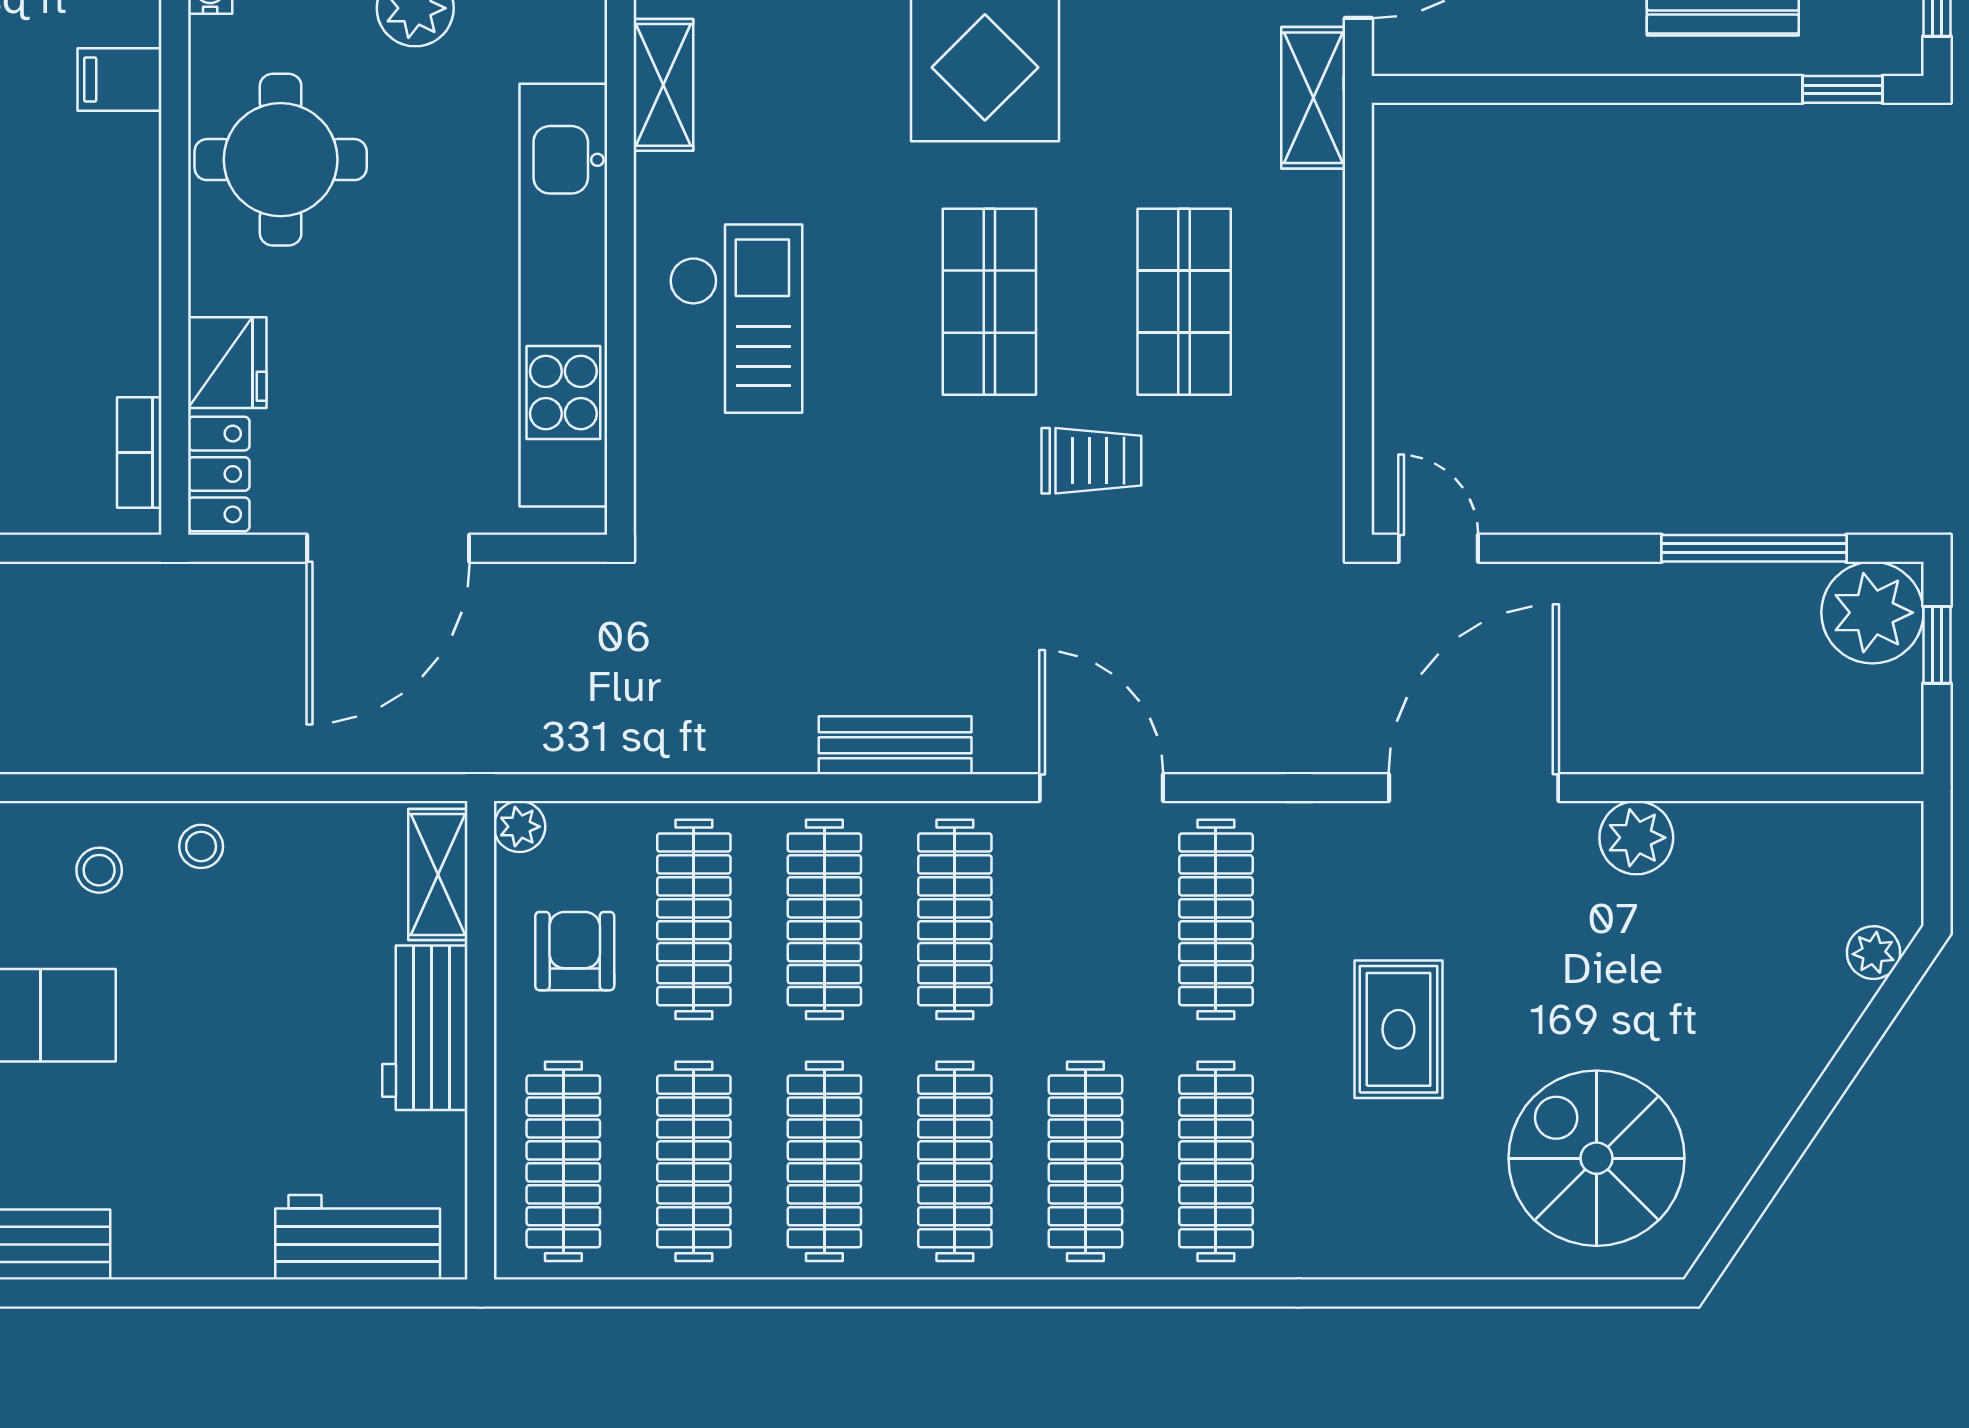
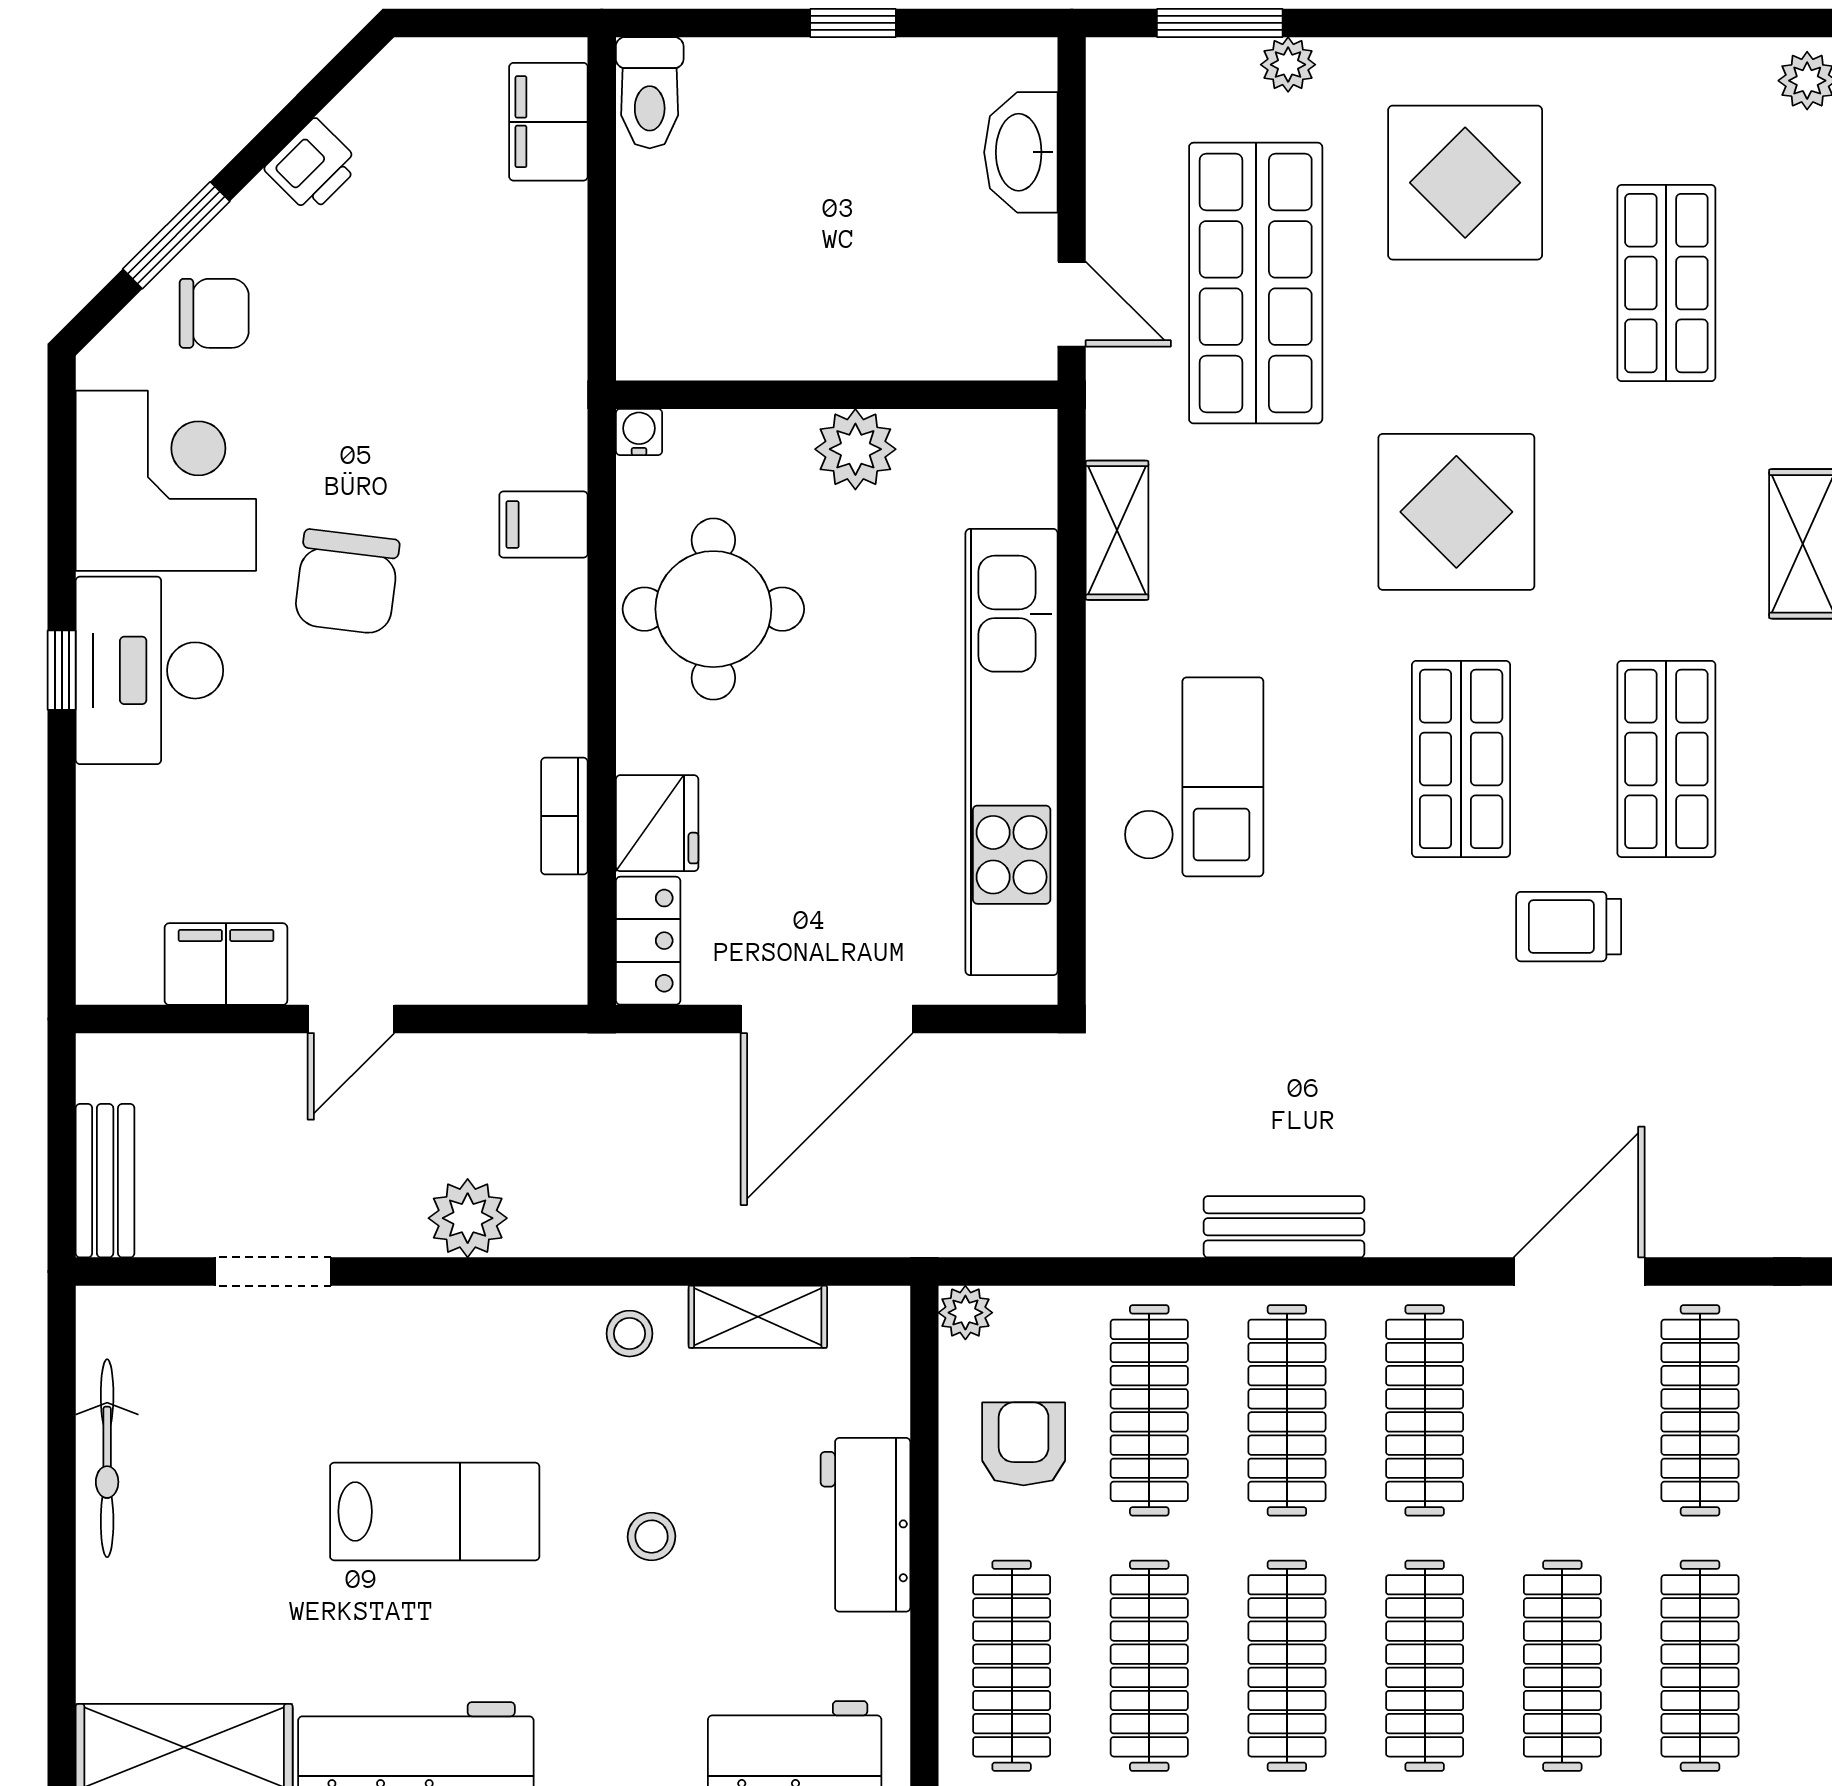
bookcase: (139, 453) -> (564, 816), moved
trolley: (1091, 461) -> (1569, 927), turned 180
plant: (48, 737) -> (468, 1218), added
bench: (895, 745) -> (1284, 1227), moved
door: (1101, 788) -> (1579, 1272), hinge flipped
stool: (99, 870) -> (652, 1537), moved
shelving: (438, 874) -> (758, 1317), moved, turned 90

